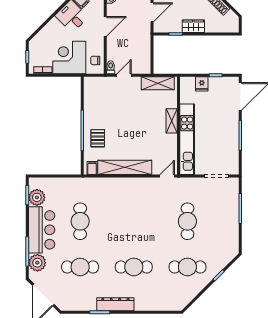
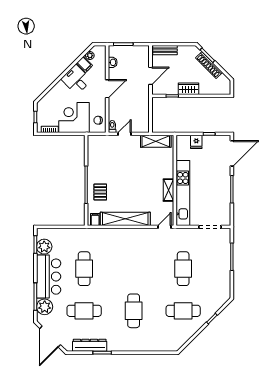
shelving: (172, 121) -> (168, 190), moved
cafe table: (134, 267) -> (134, 311), turned 90
dresser: (115, 304) -> (90, 345), moved

